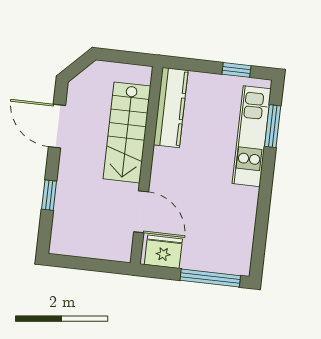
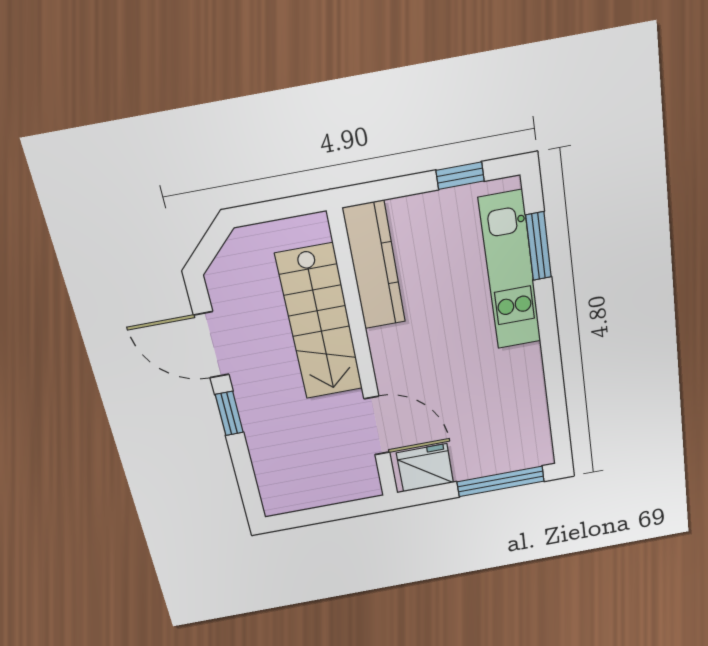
window: (49, 195) -> (229, 413), moved

